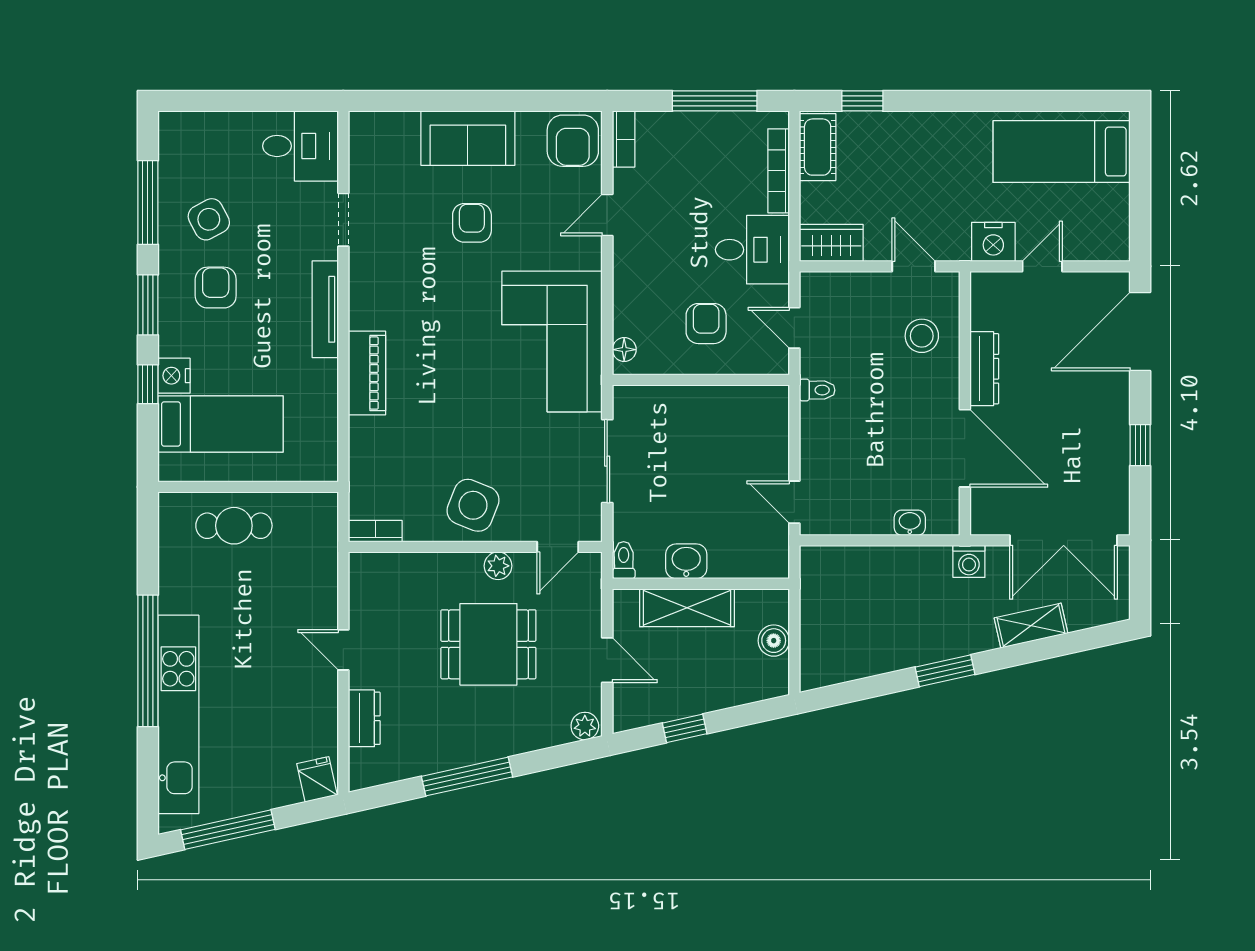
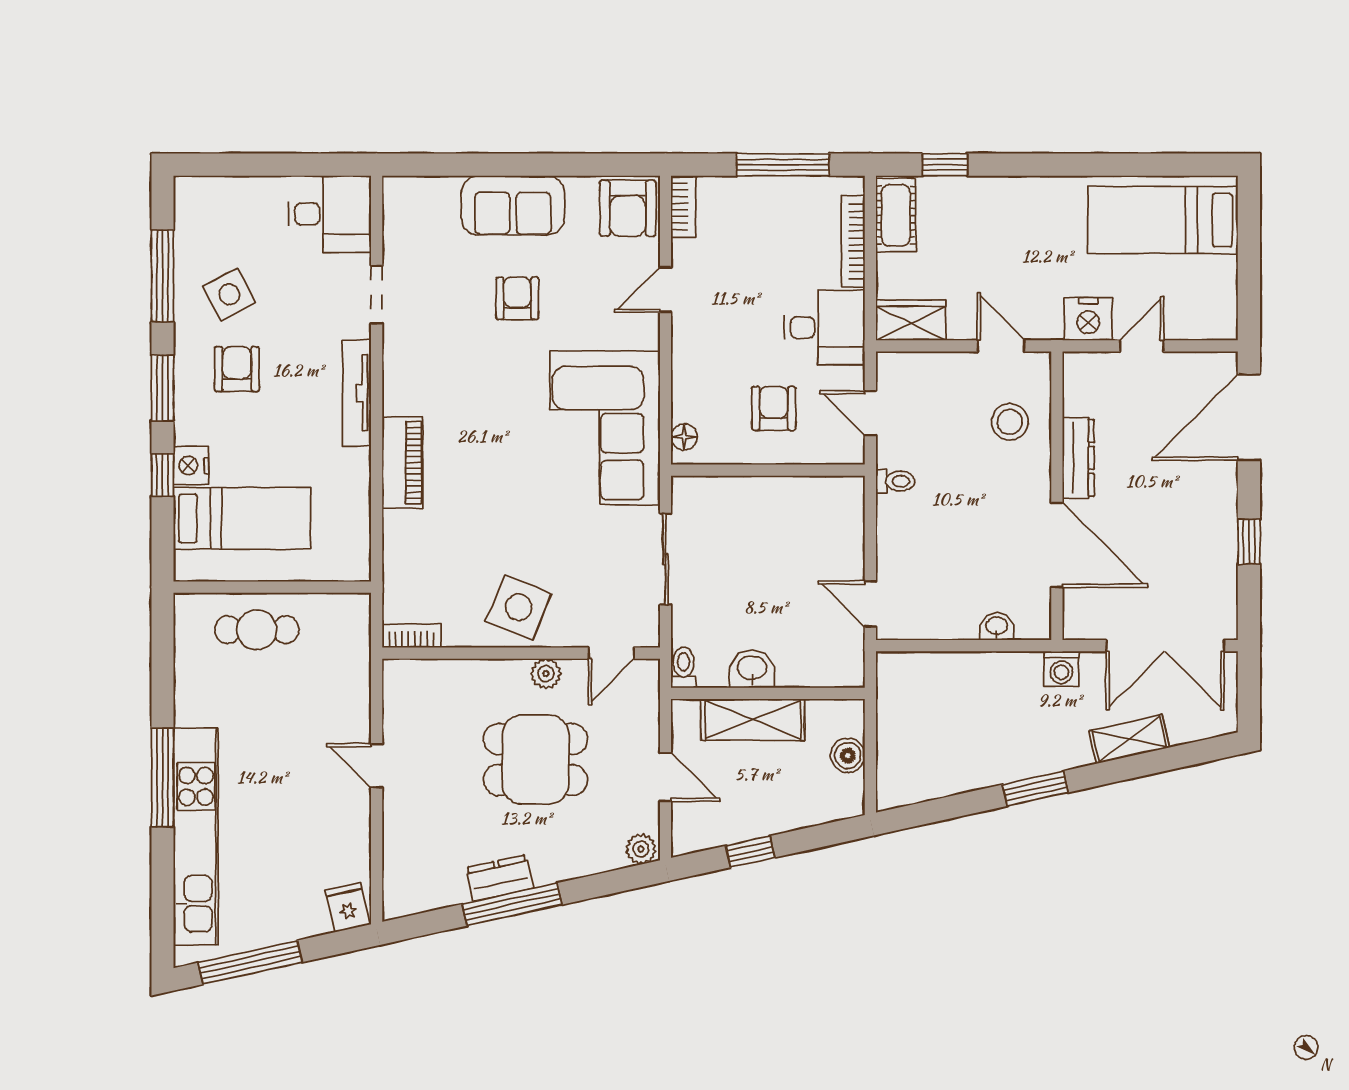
window: (148, 661) -> (163, 778), width x0.68
dresser: (364, 718) -> (500, 878), moved, turned -102

